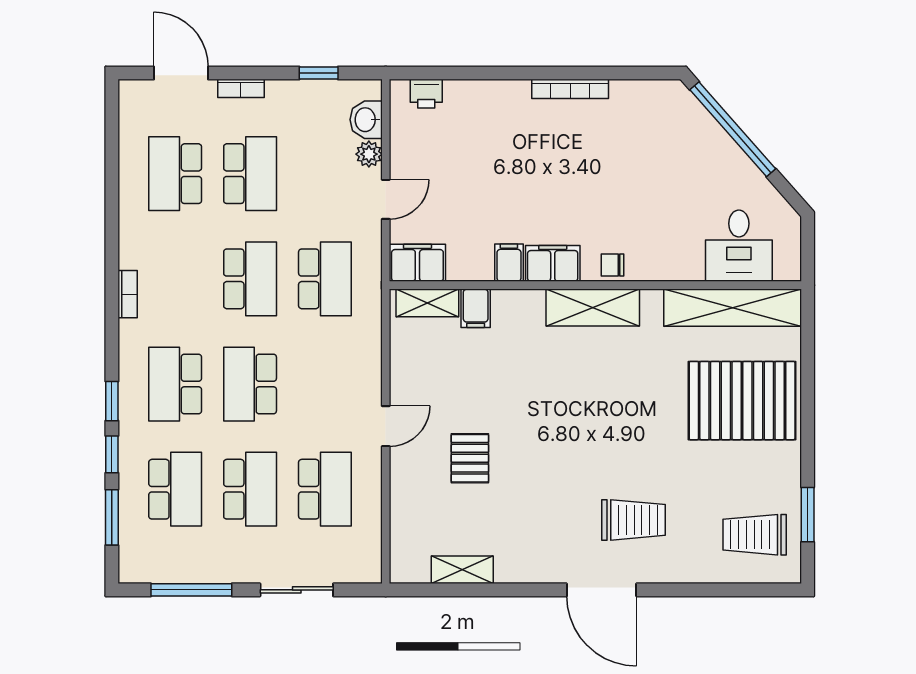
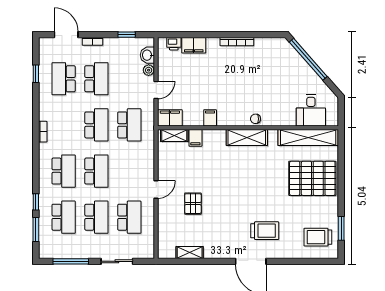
filing cabinet: (553, 263) -> (194, 45), moved, turned 180
school desk: (175, 384) -> (64, 171), turned 180
school desk: (250, 384) -> (96, 171), turned 180
window: (112, 401) -> (36, 74), moved

